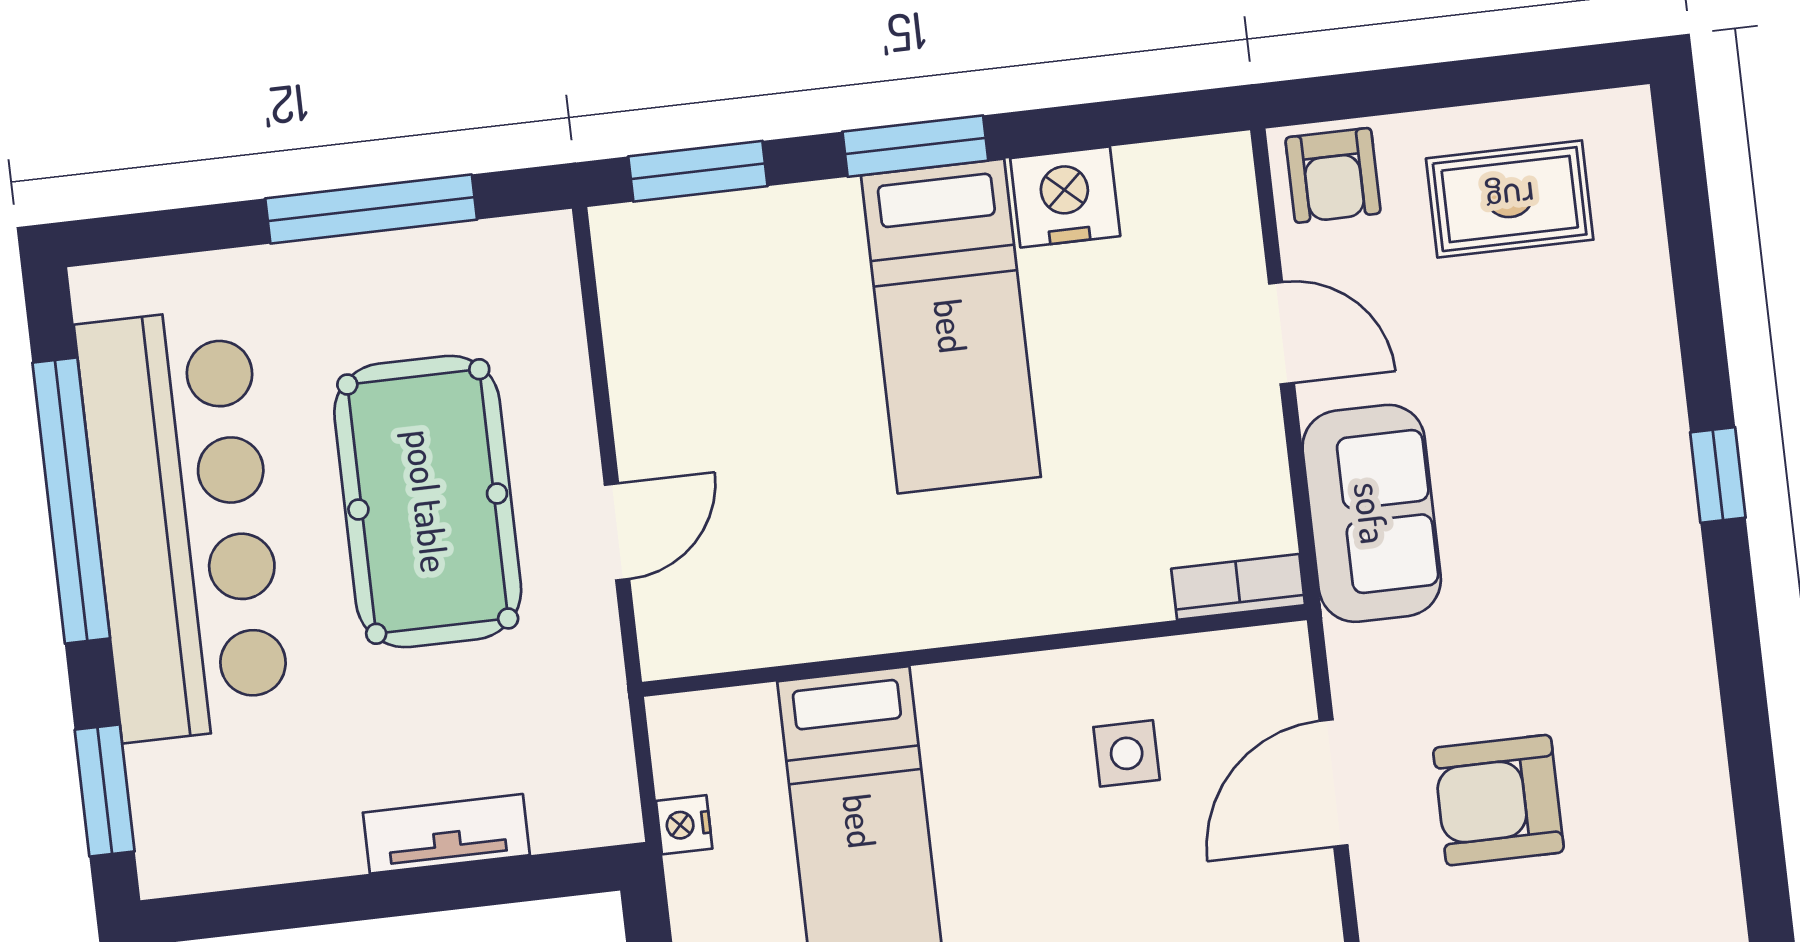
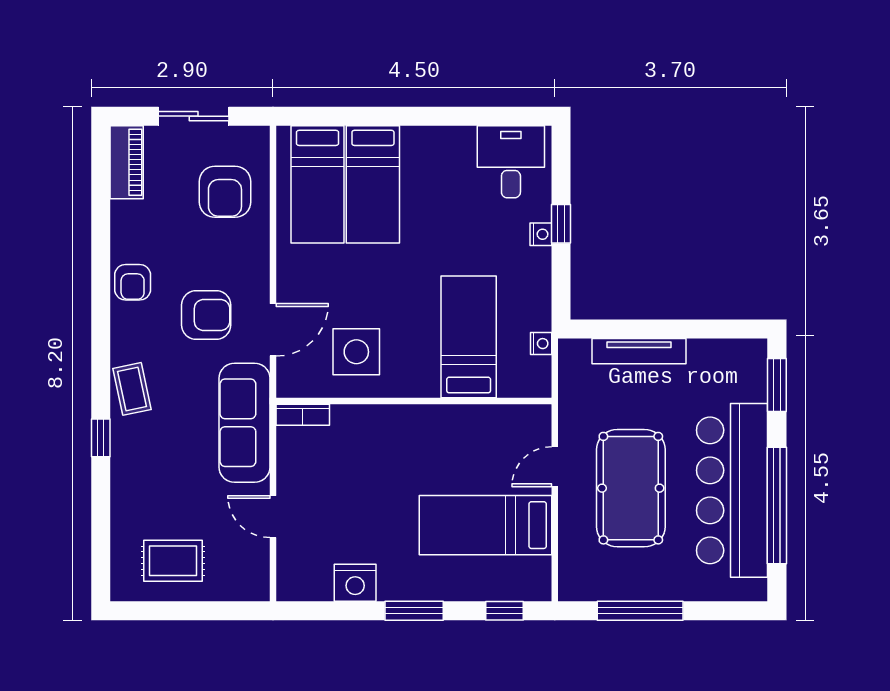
window: (698, 171) -> (504, 611), width x0.67
armchair: (1333, 175) -> (133, 282), moved, turned 180
bed: (951, 326) -> (485, 525), moved, turned -90
sofa: (1372, 513) -> (244, 423), width x1.36
coffee table: (1656, 601) -> (132, 389), added
side table: (1127, 753) -> (356, 352), width x1.87, depth x1.87
tv unit: (446, 834) -> (639, 351), width x1.41

